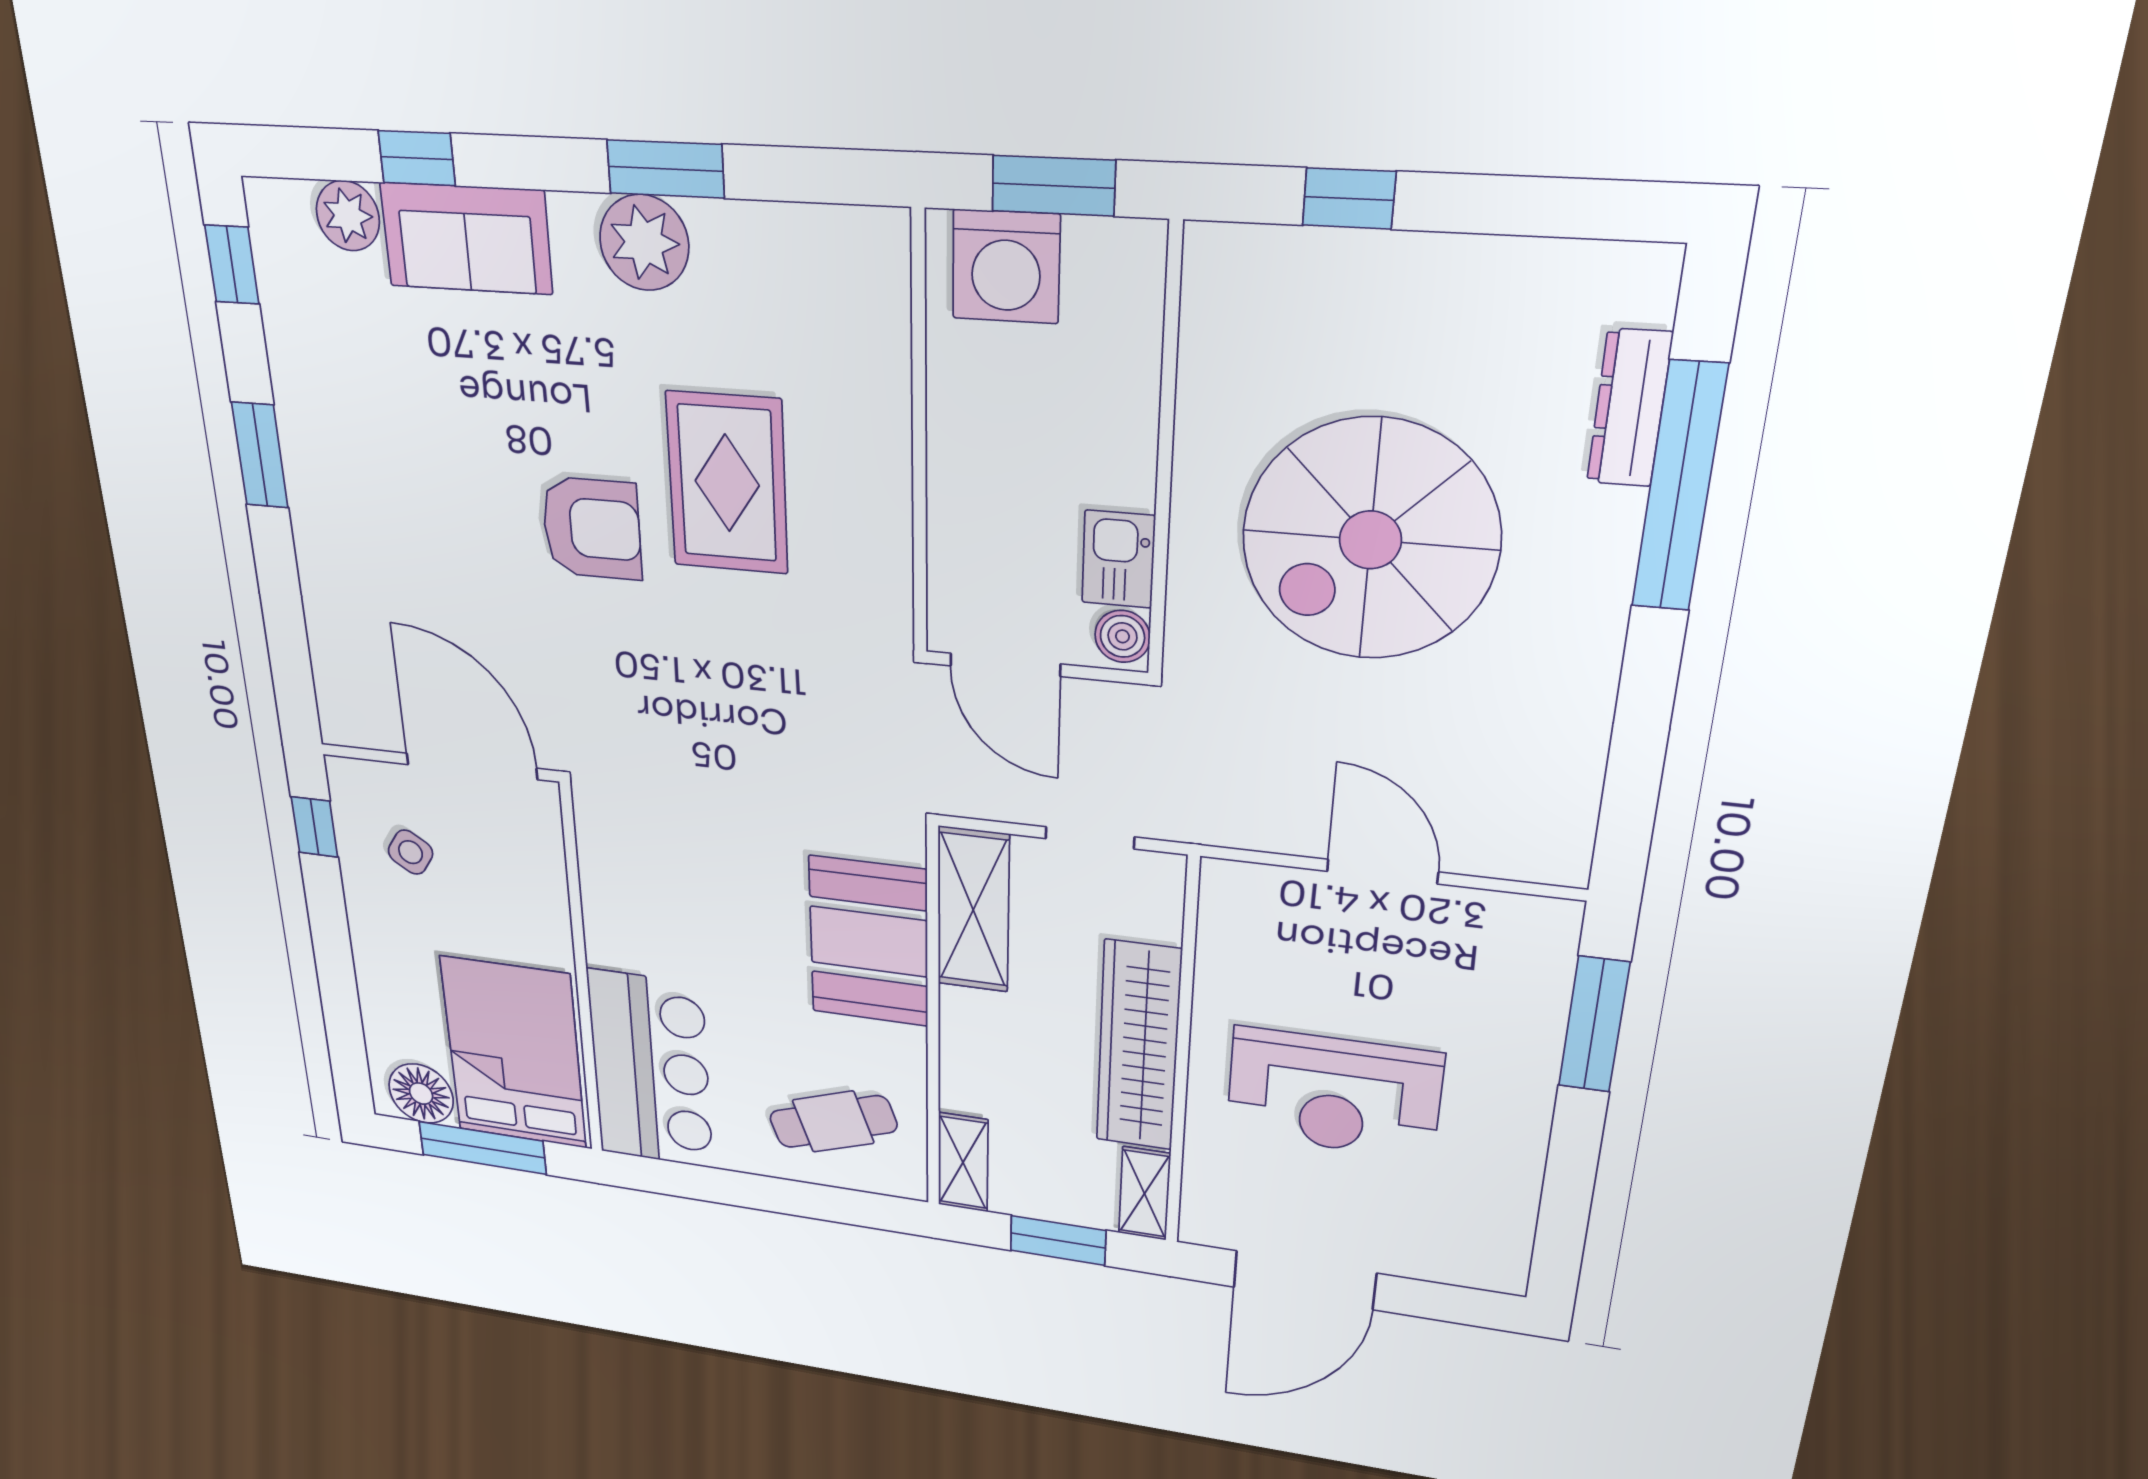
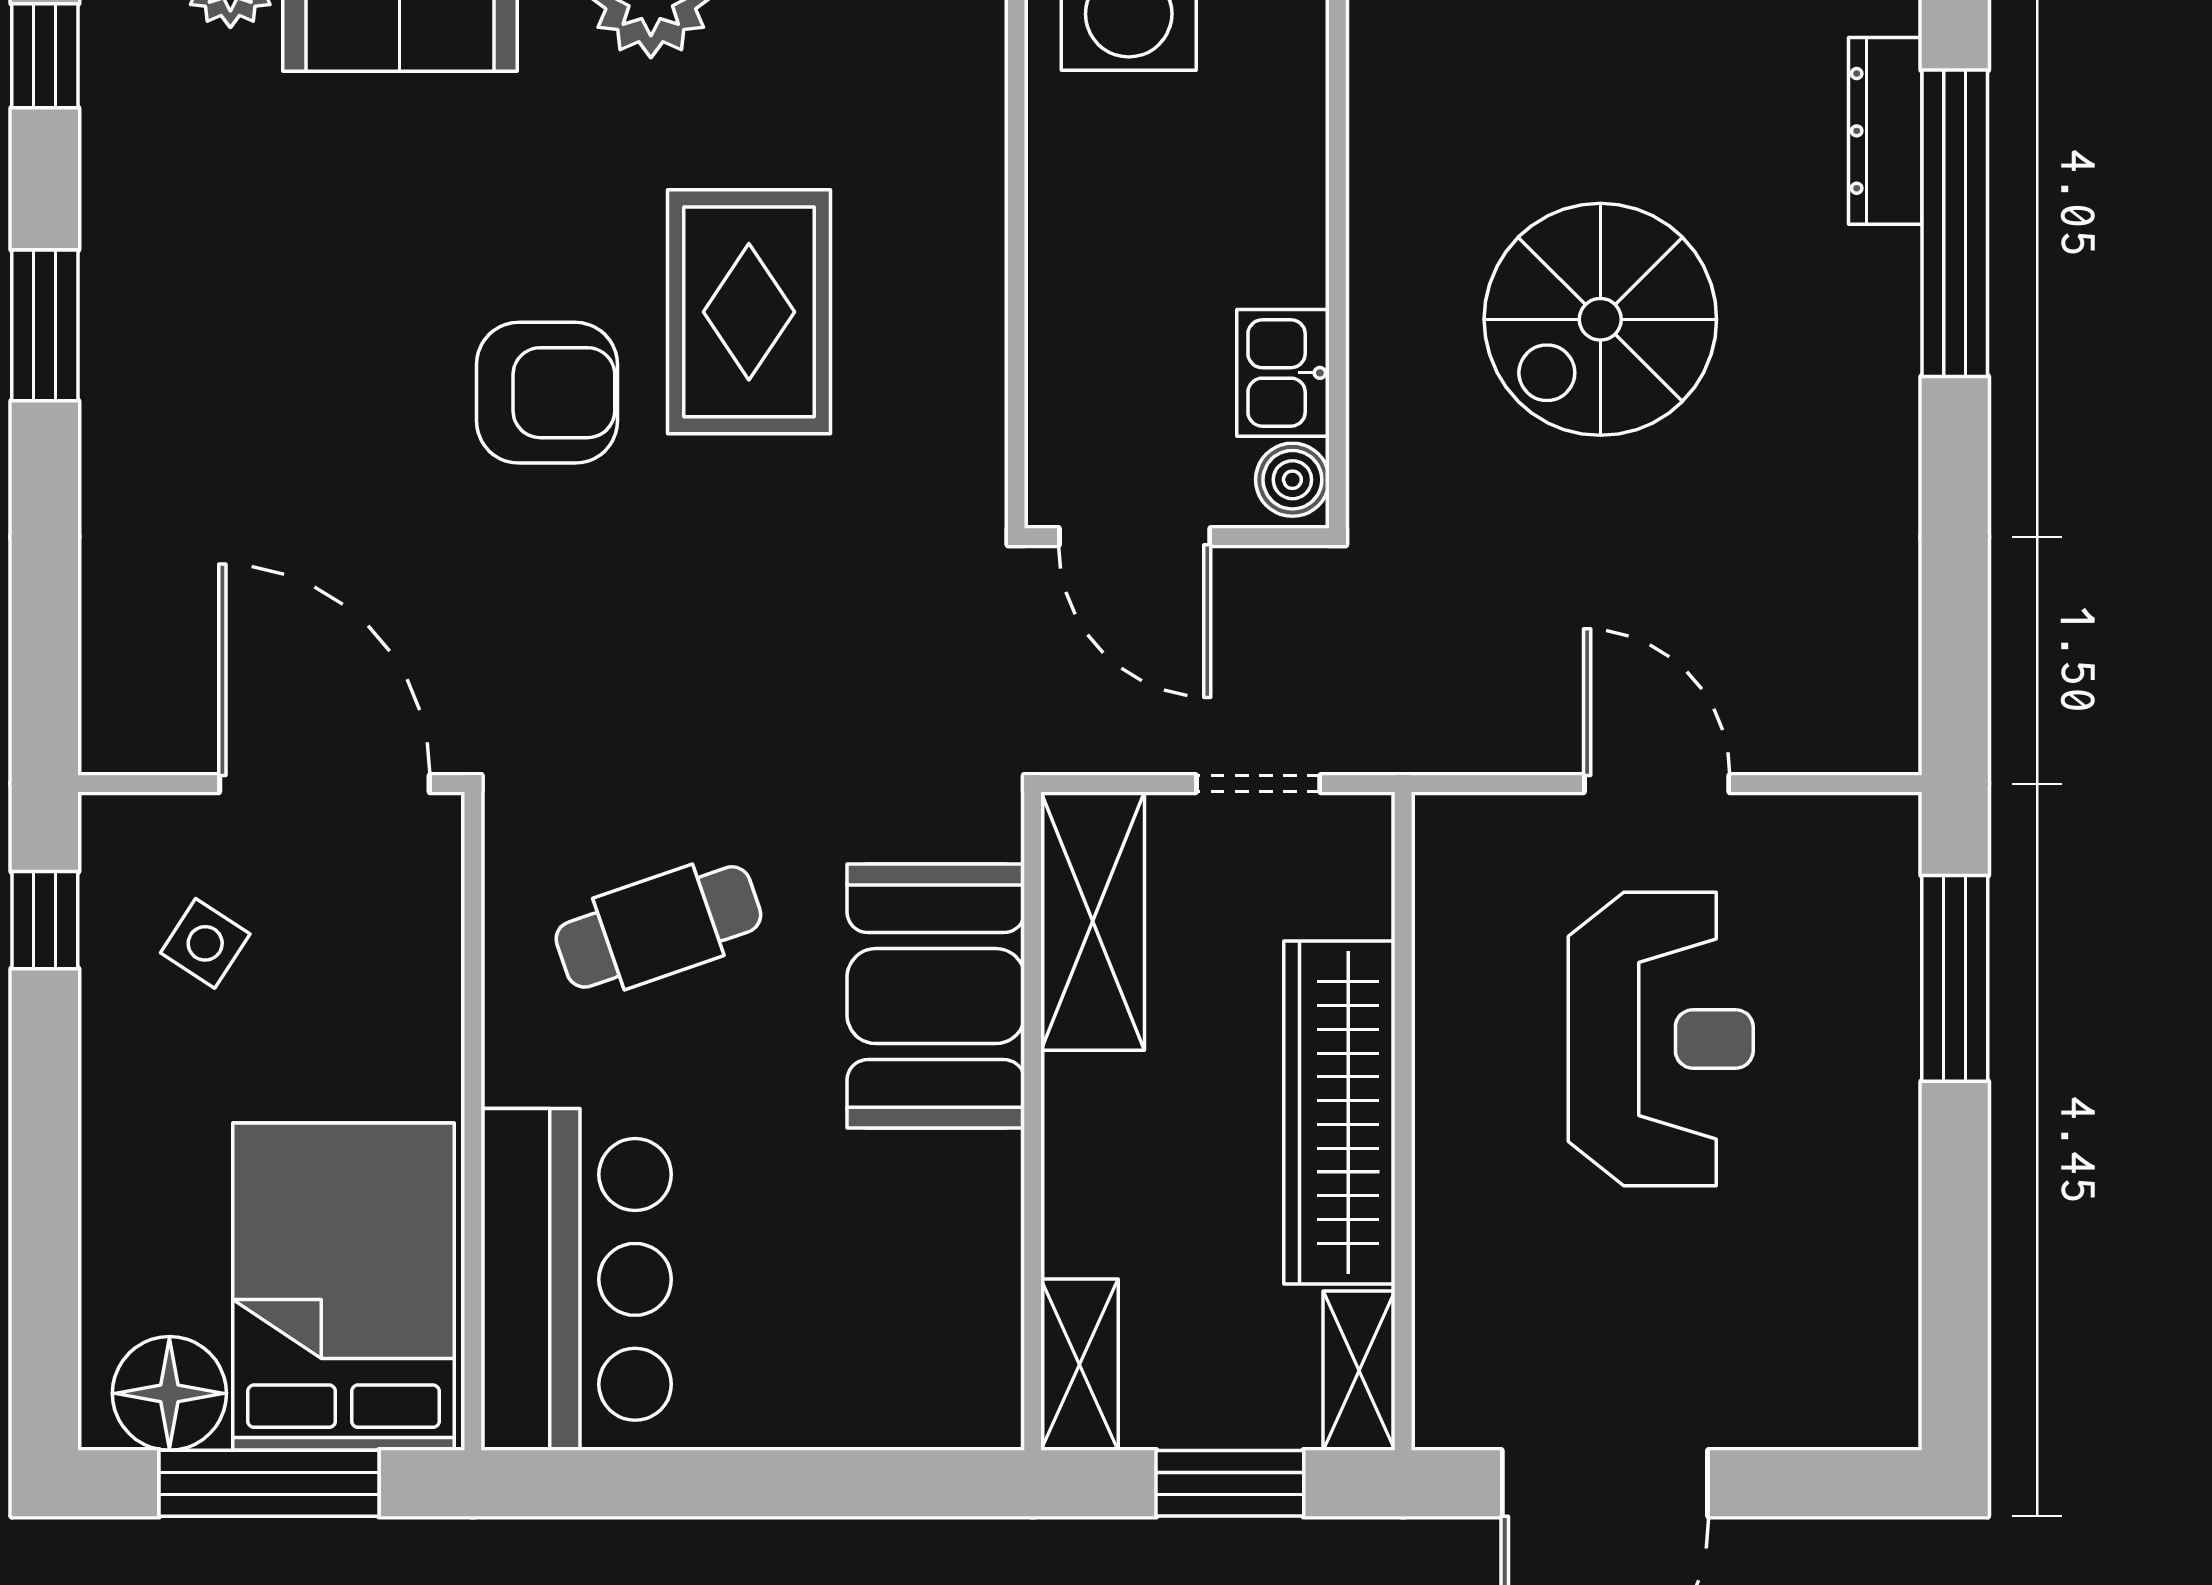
spiral stairs: (1370, 540) -> (1600, 319), width x0.73, depth x0.73
reception desk: (1334, 1094) -> (1661, 1039), moved, turned -90
cafe table: (833, 1122) -> (658, 927), moved

